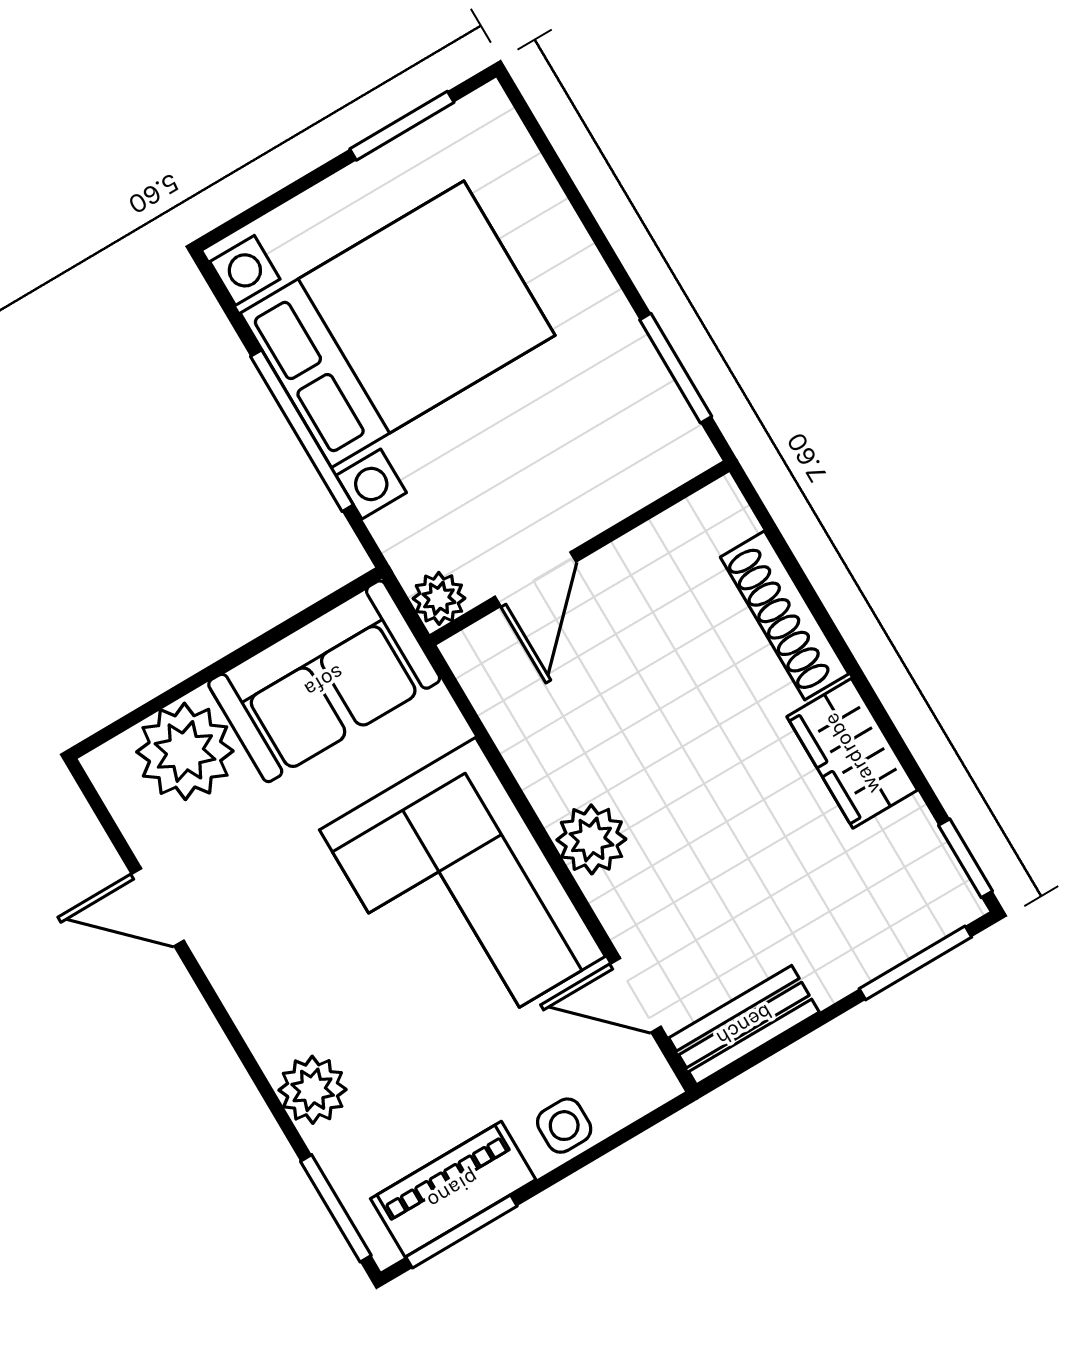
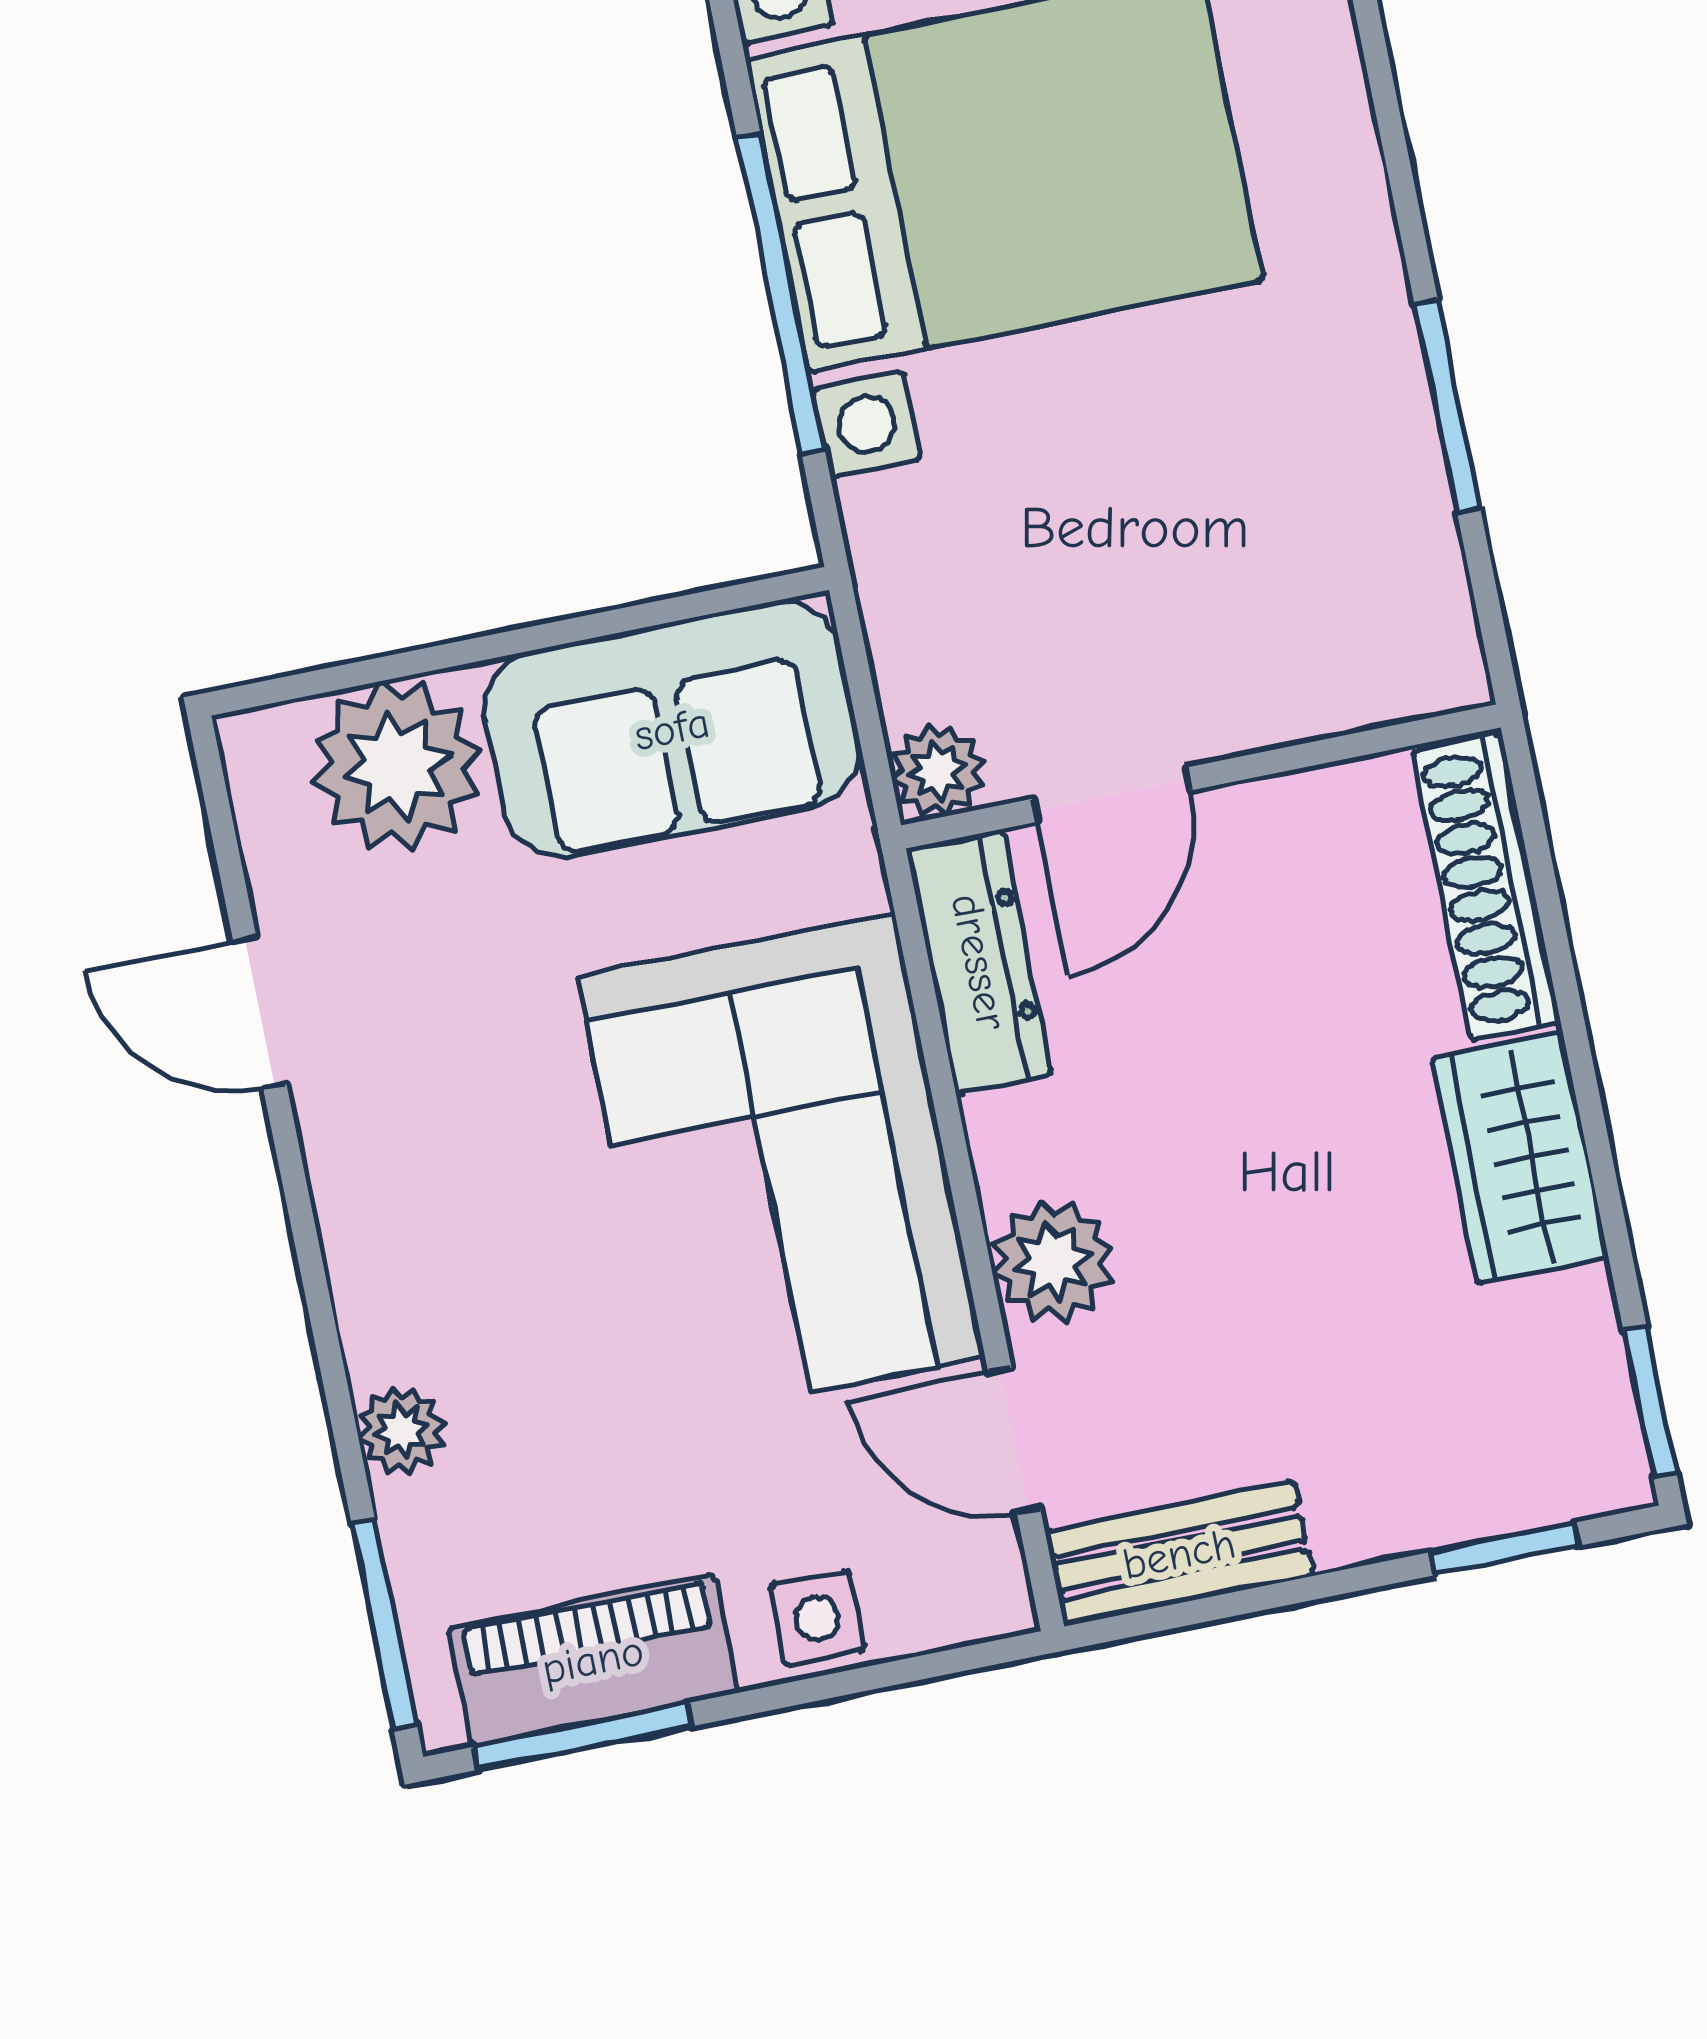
wall: (580, 553) -> (1201, 776), moved
door: (535, 579) -> (1111, 795), moved
plant: (439, 598) -> (937, 771), moved
dresser: (529, 748) -> (979, 962), added
plant: (591, 839) -> (1053, 1261), moved
window: (915, 963) -> (1504, 1549), width x0.67
plant: (313, 1090) -> (401, 1430), width x0.73, depth x0.73

